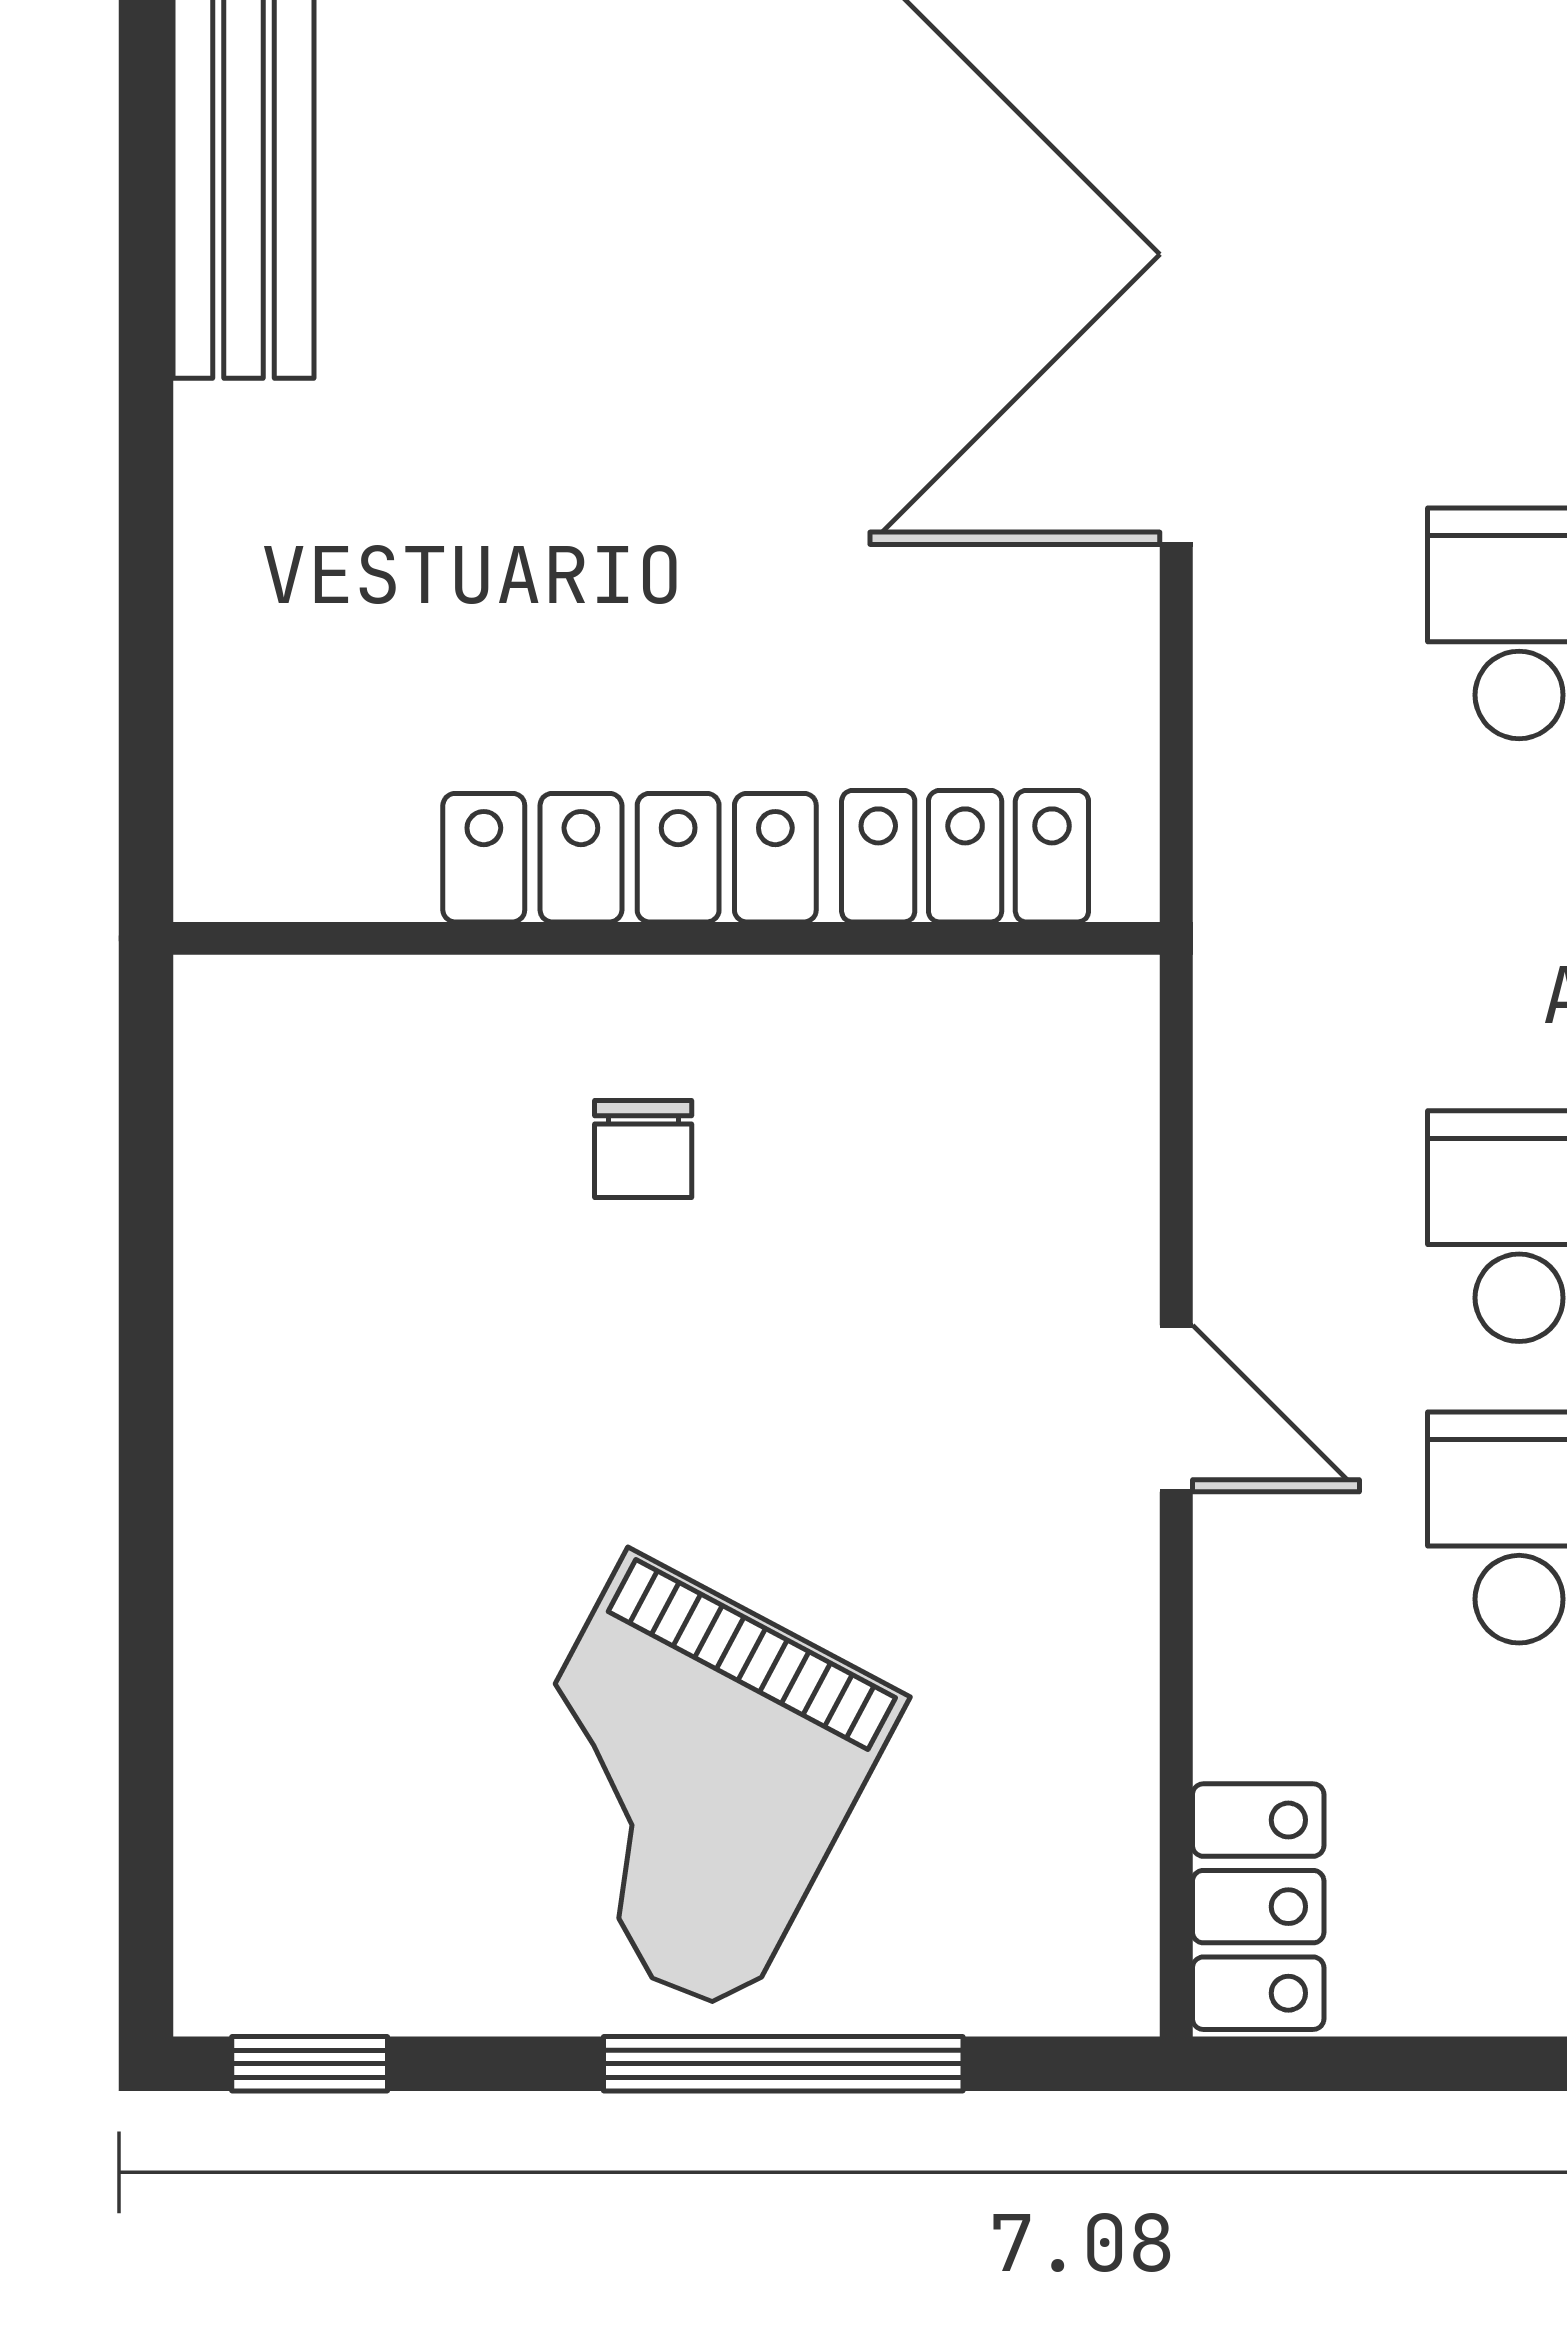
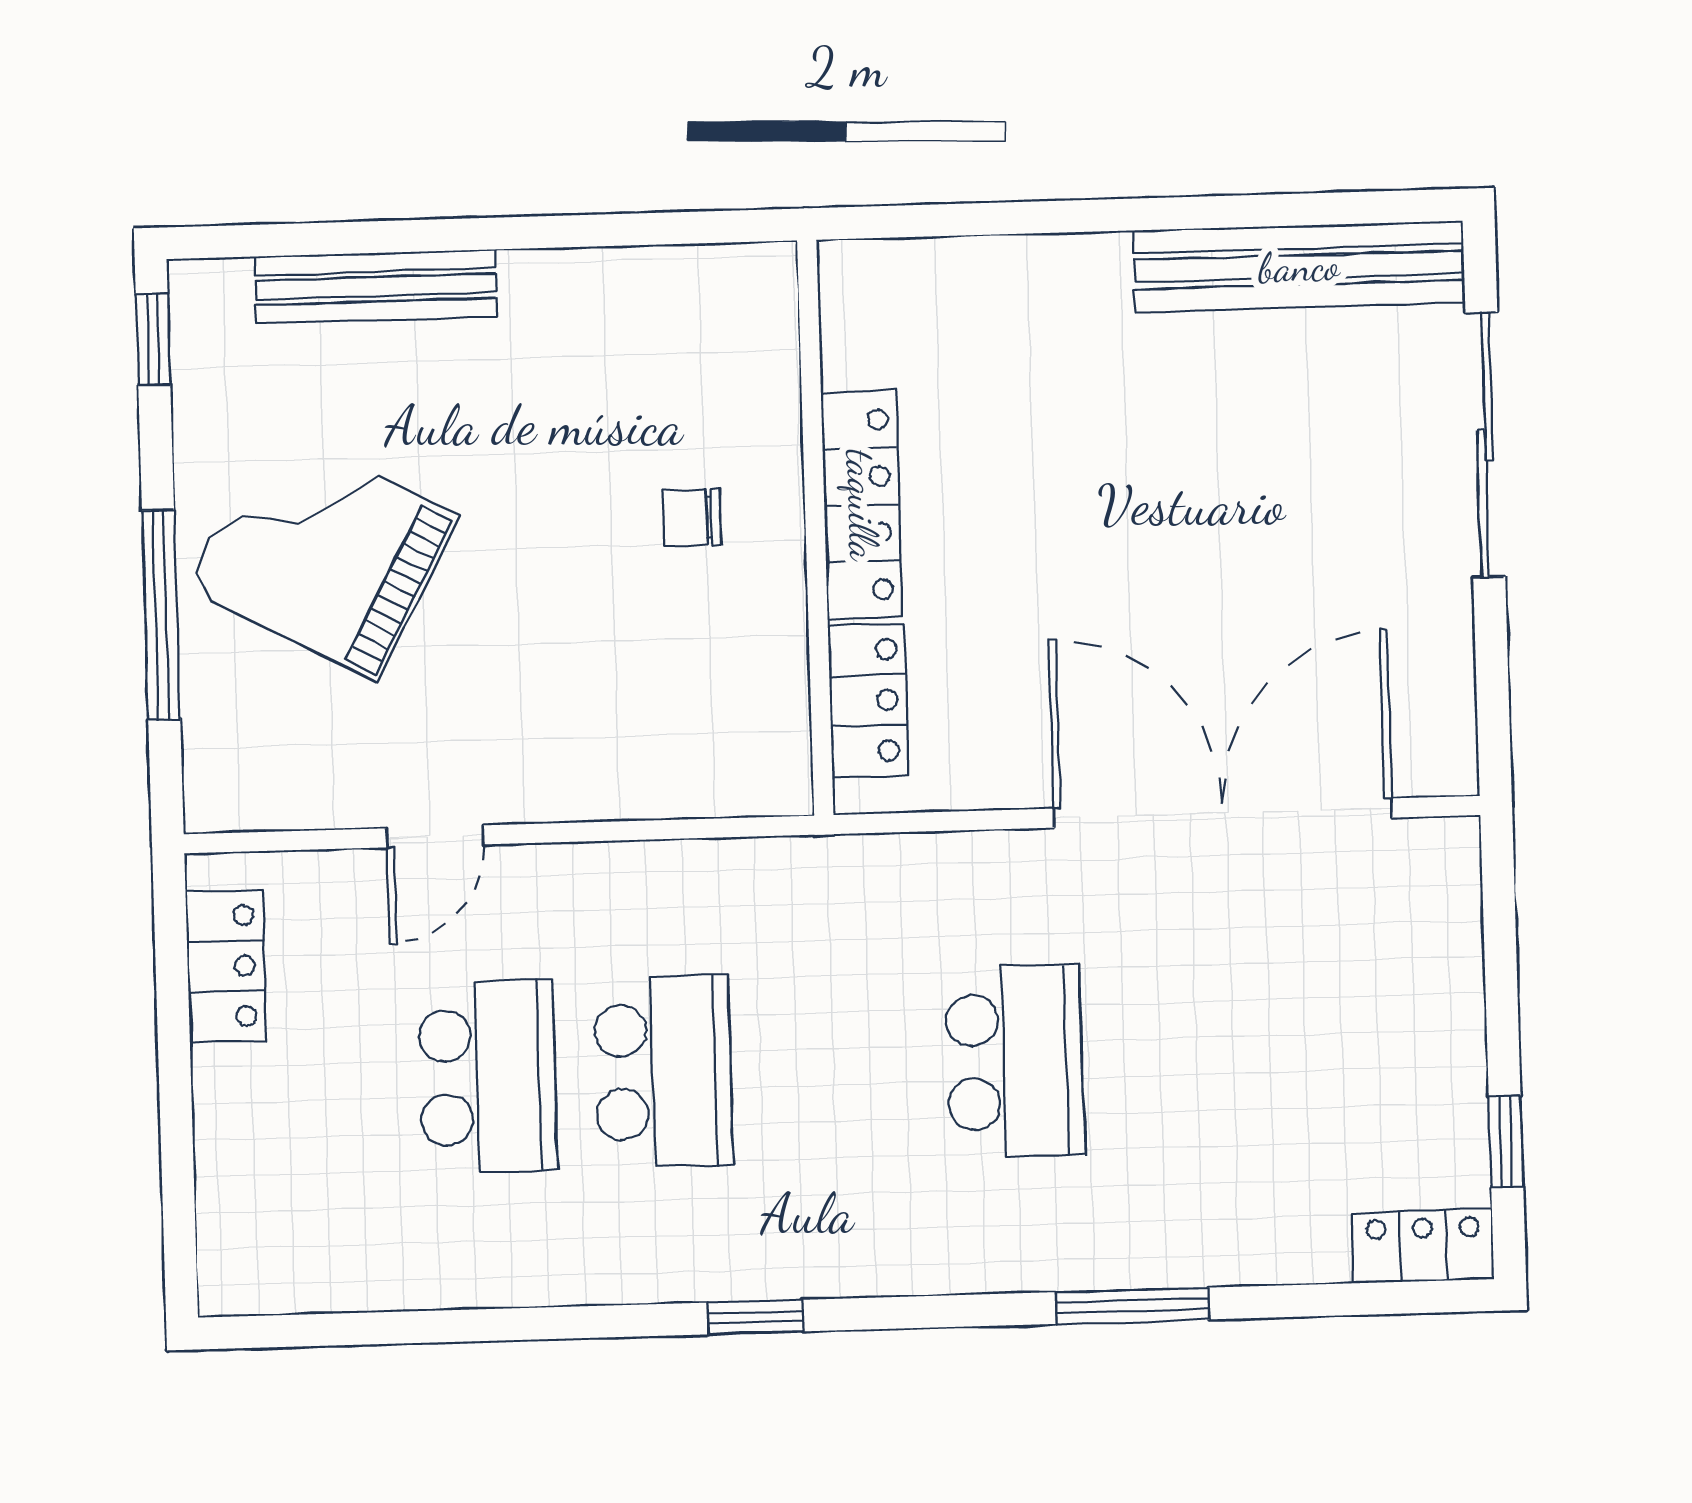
door: (1176, 1408) -> (435, 836), moved
bench: (231, 1679) -> (376, 287), added
locker: (1258, 1907) -> (226, 966), moved, turned -90

